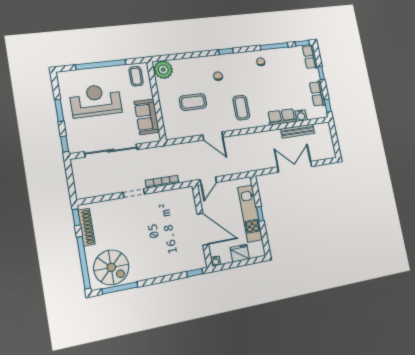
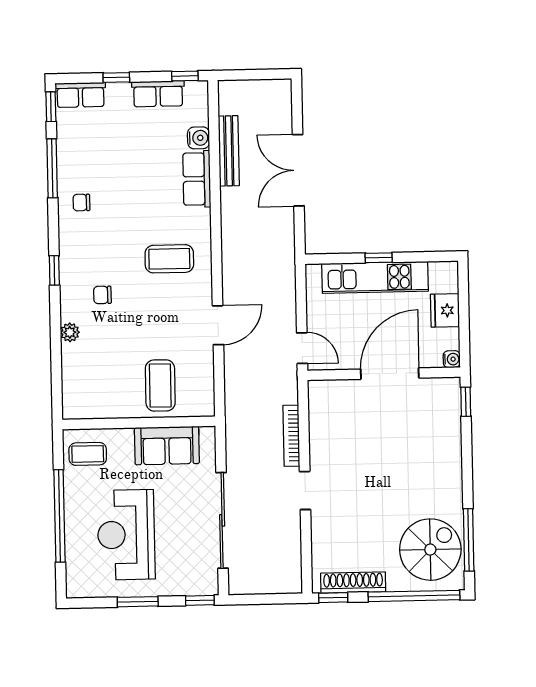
plant: (163, 70) -> (70, 332), moved, width x0.53, depth x0.53
coffee table: (193, 102) -> (160, 385), moved

